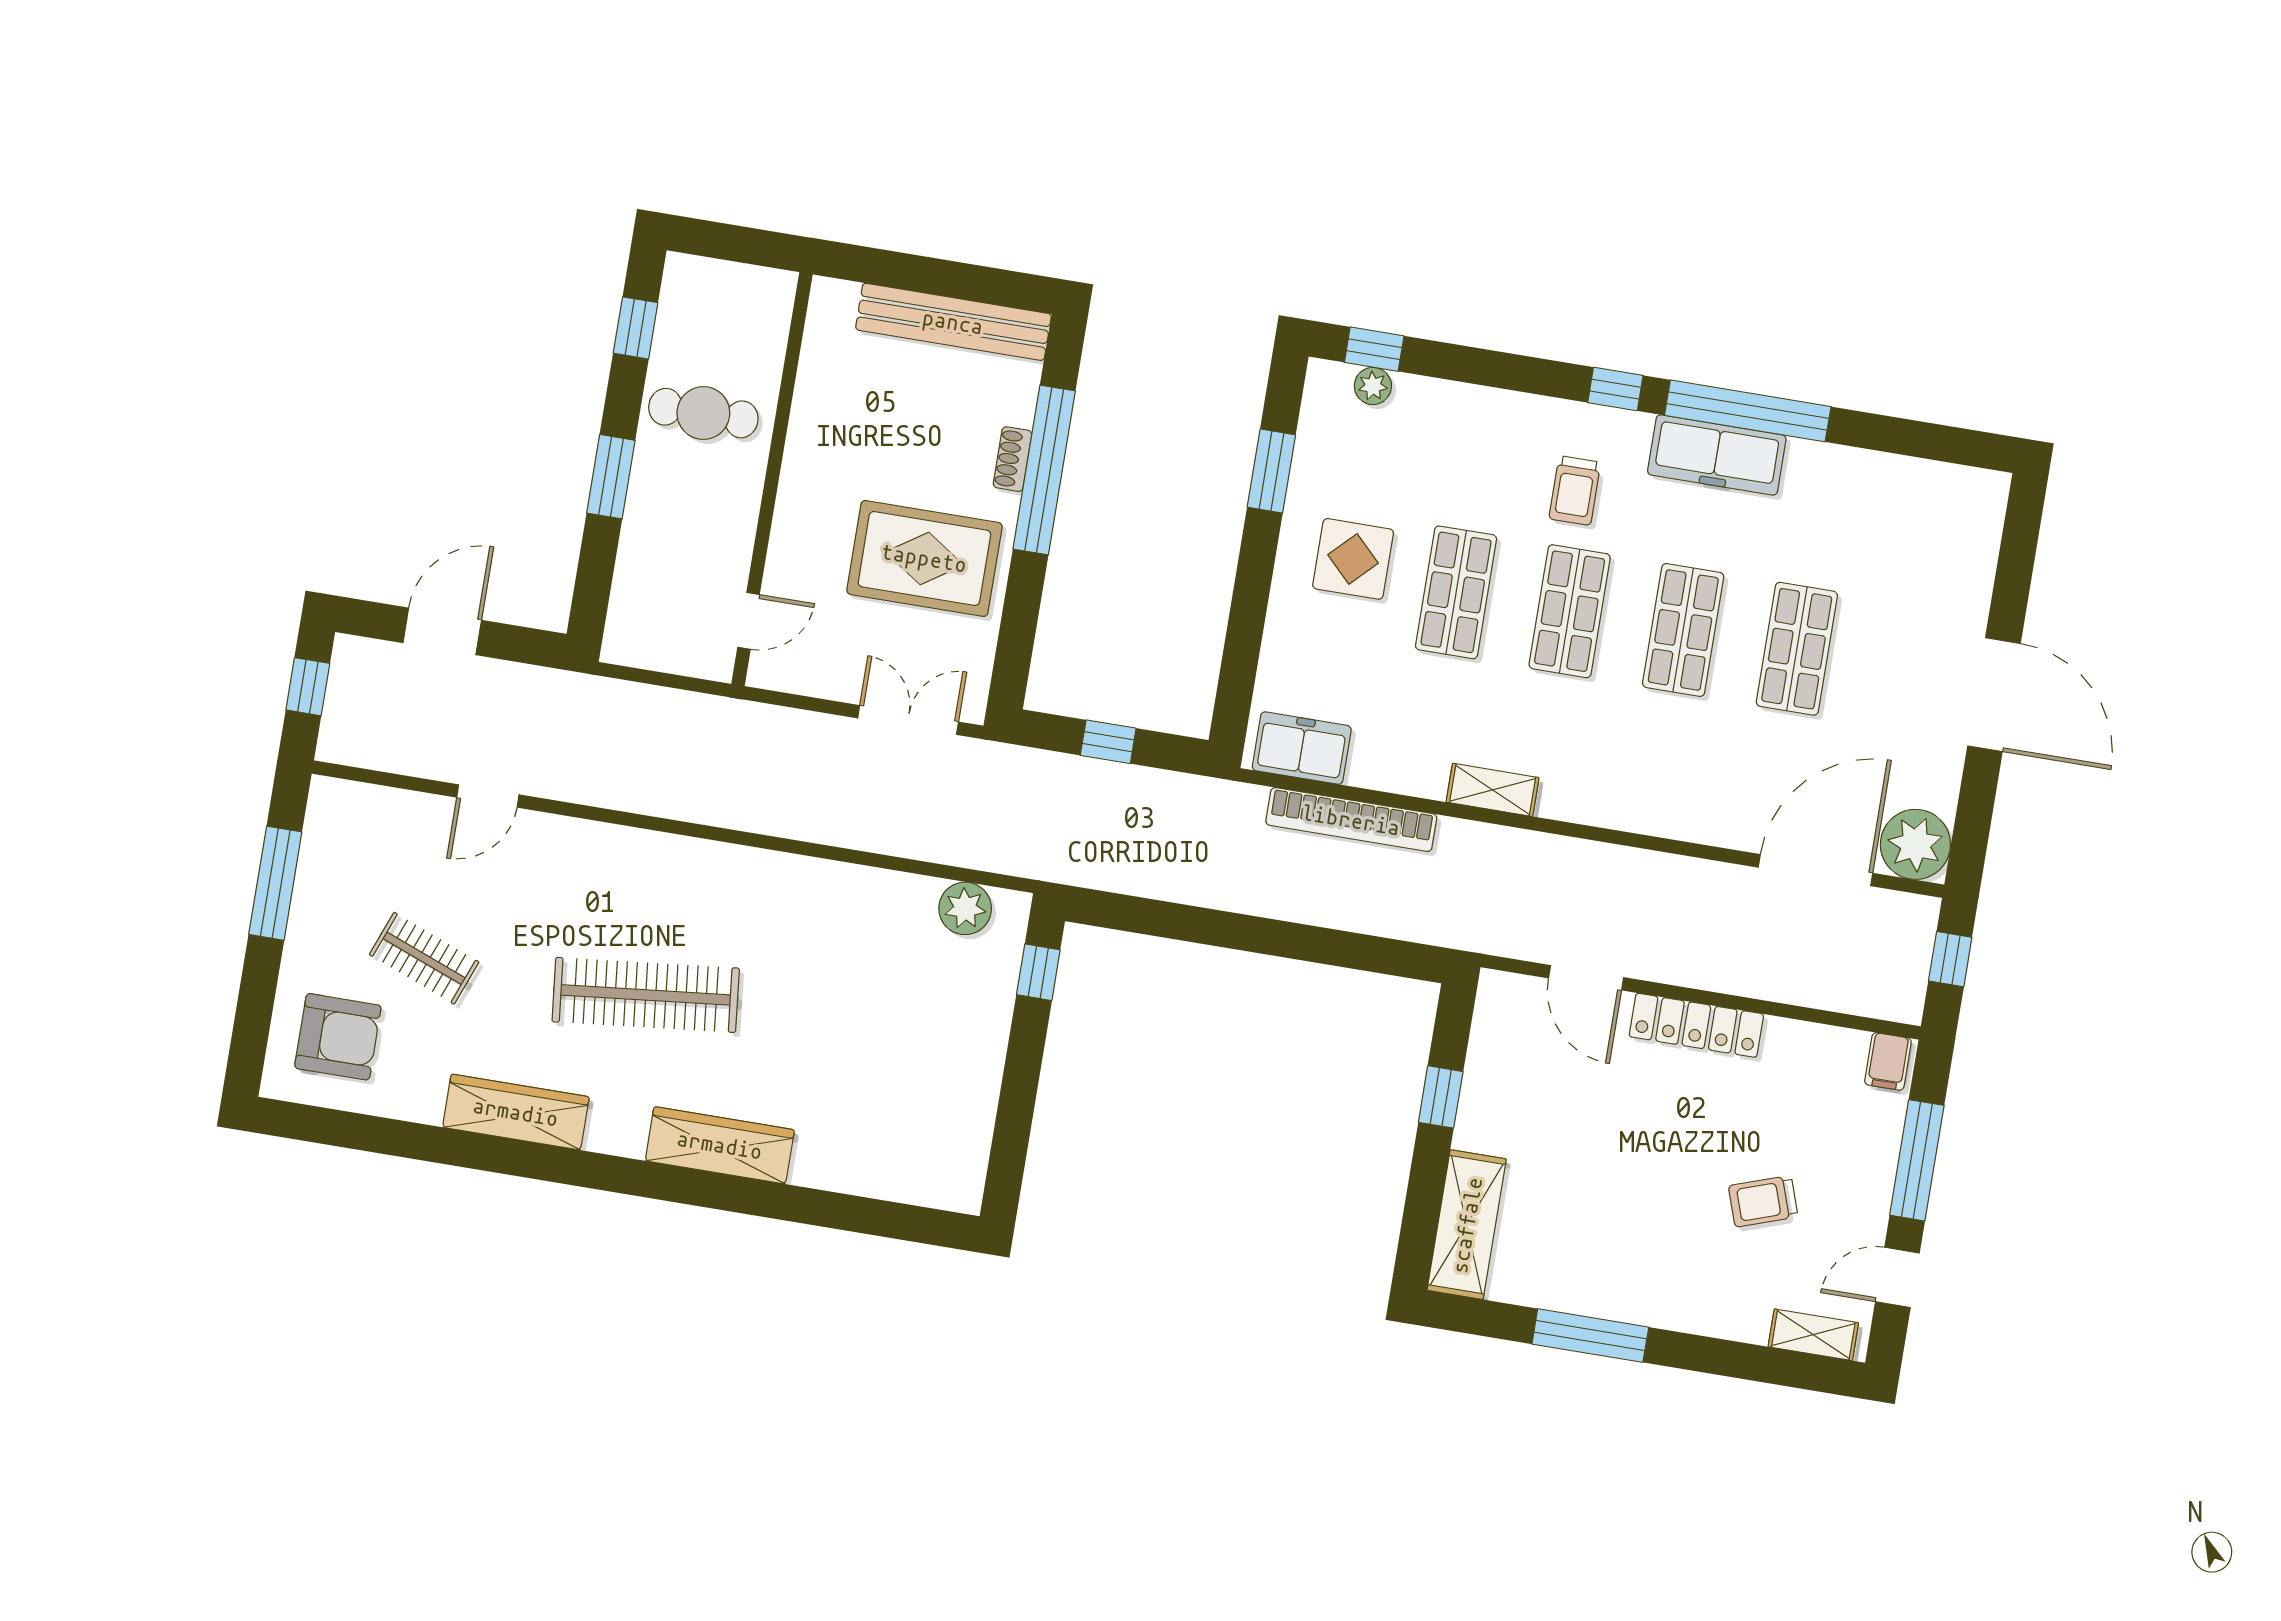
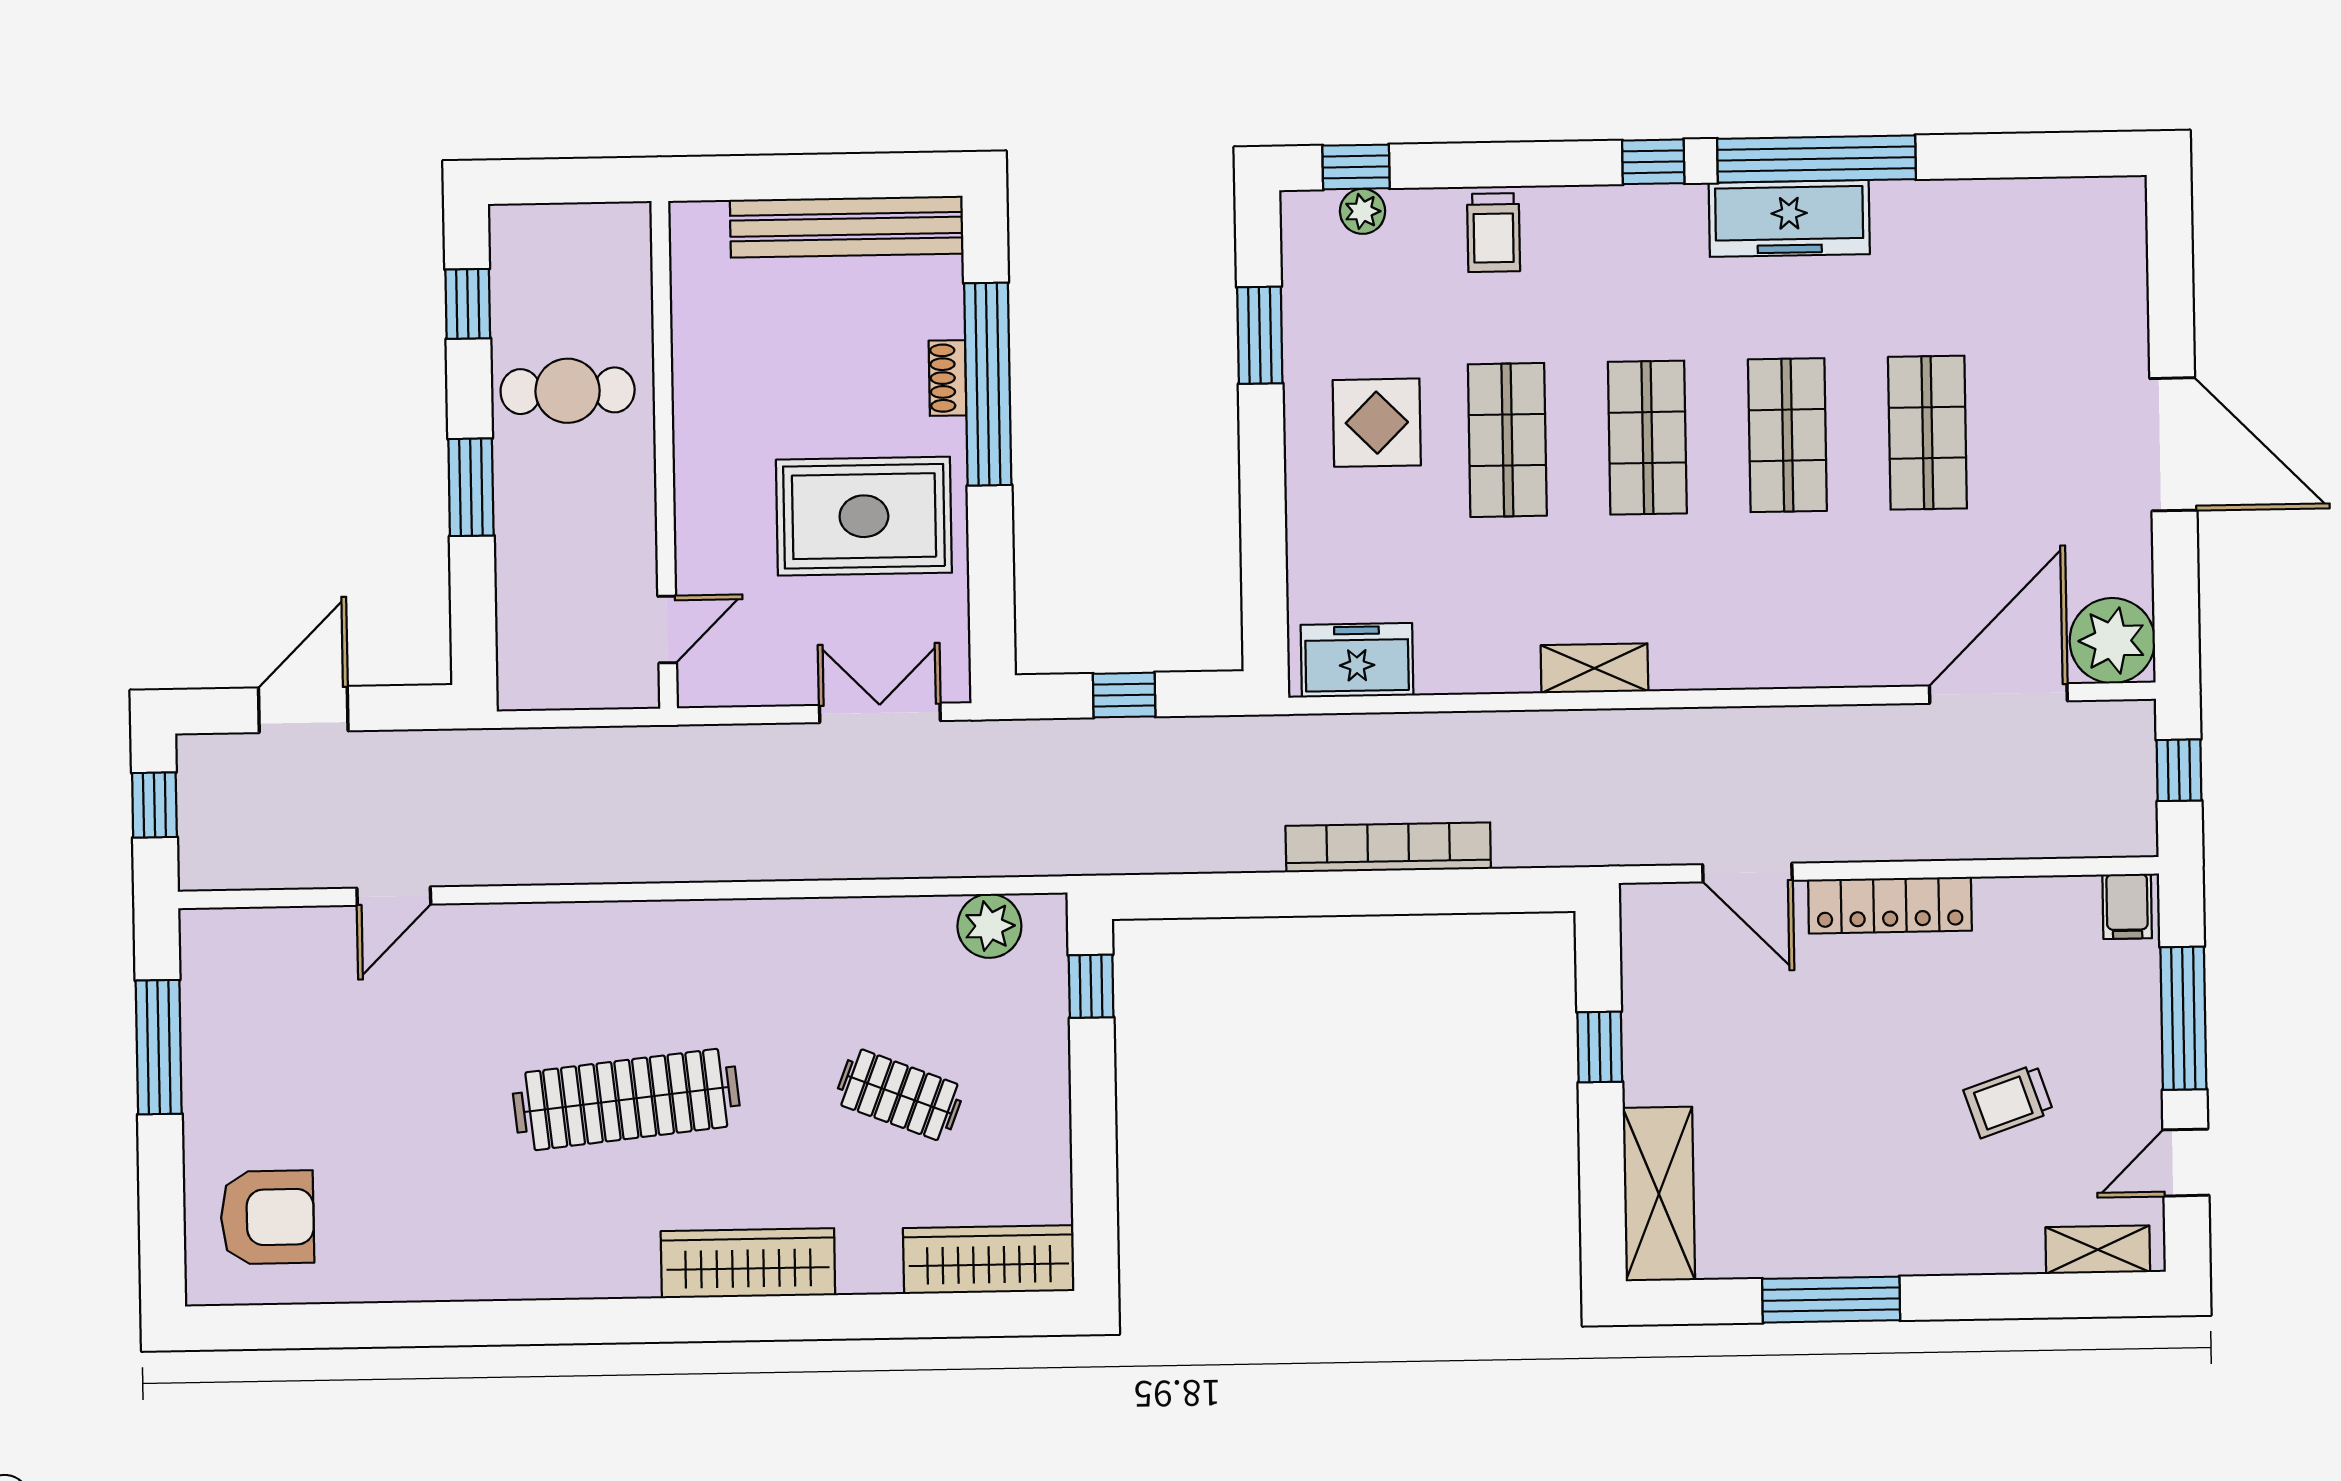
trolley: (1575, 491) -> (1494, 233), moved
bookcase: (1351, 820) -> (1388, 847), moved, turned 180
clothes rail: (424, 958) -> (899, 1095), moved
wardrobe: (516, 1112) -> (989, 1259), moved

